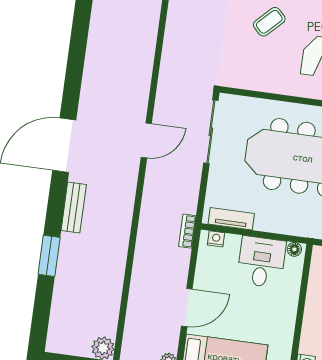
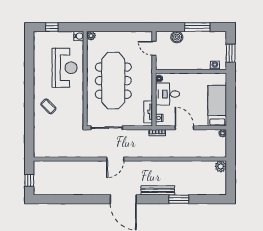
door: (146, 140) -> (115, 159), swing flipped
bench: (74, 207) -> (158, 190), width x1.36
door: (187, 307) -> (184, 128), moved

